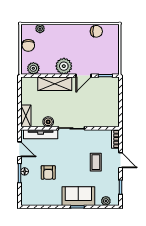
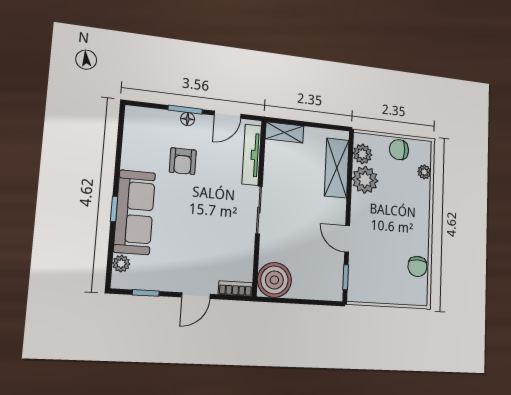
plant: (64, 66) -> (365, 180), moved
shelving: (55, 84) -> (337, 168), moved
boiler: (48, 122) -> (274, 280), moved, width x1.86, depth x1.86
coffee table: (96, 162) -> (196, 250), removed
armchair: (48, 172) -> (183, 161), turned -90
sofa: (78, 196) -> (135, 212), width x1.36

